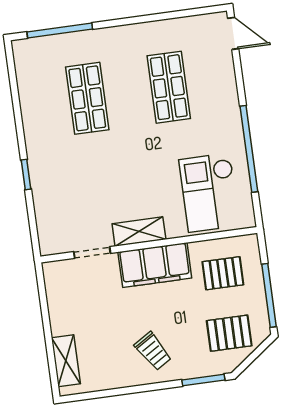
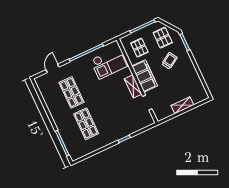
door: (233, 33) -> (53, 68), moved
shop shelf: (169, 87) -> (71, 92), turned 90
shop shelf: (87, 98) -> (86, 124), turned 90
trolley: (153, 351) -> (169, 61), moved
shelving: (66, 361) -> (182, 105), moved

